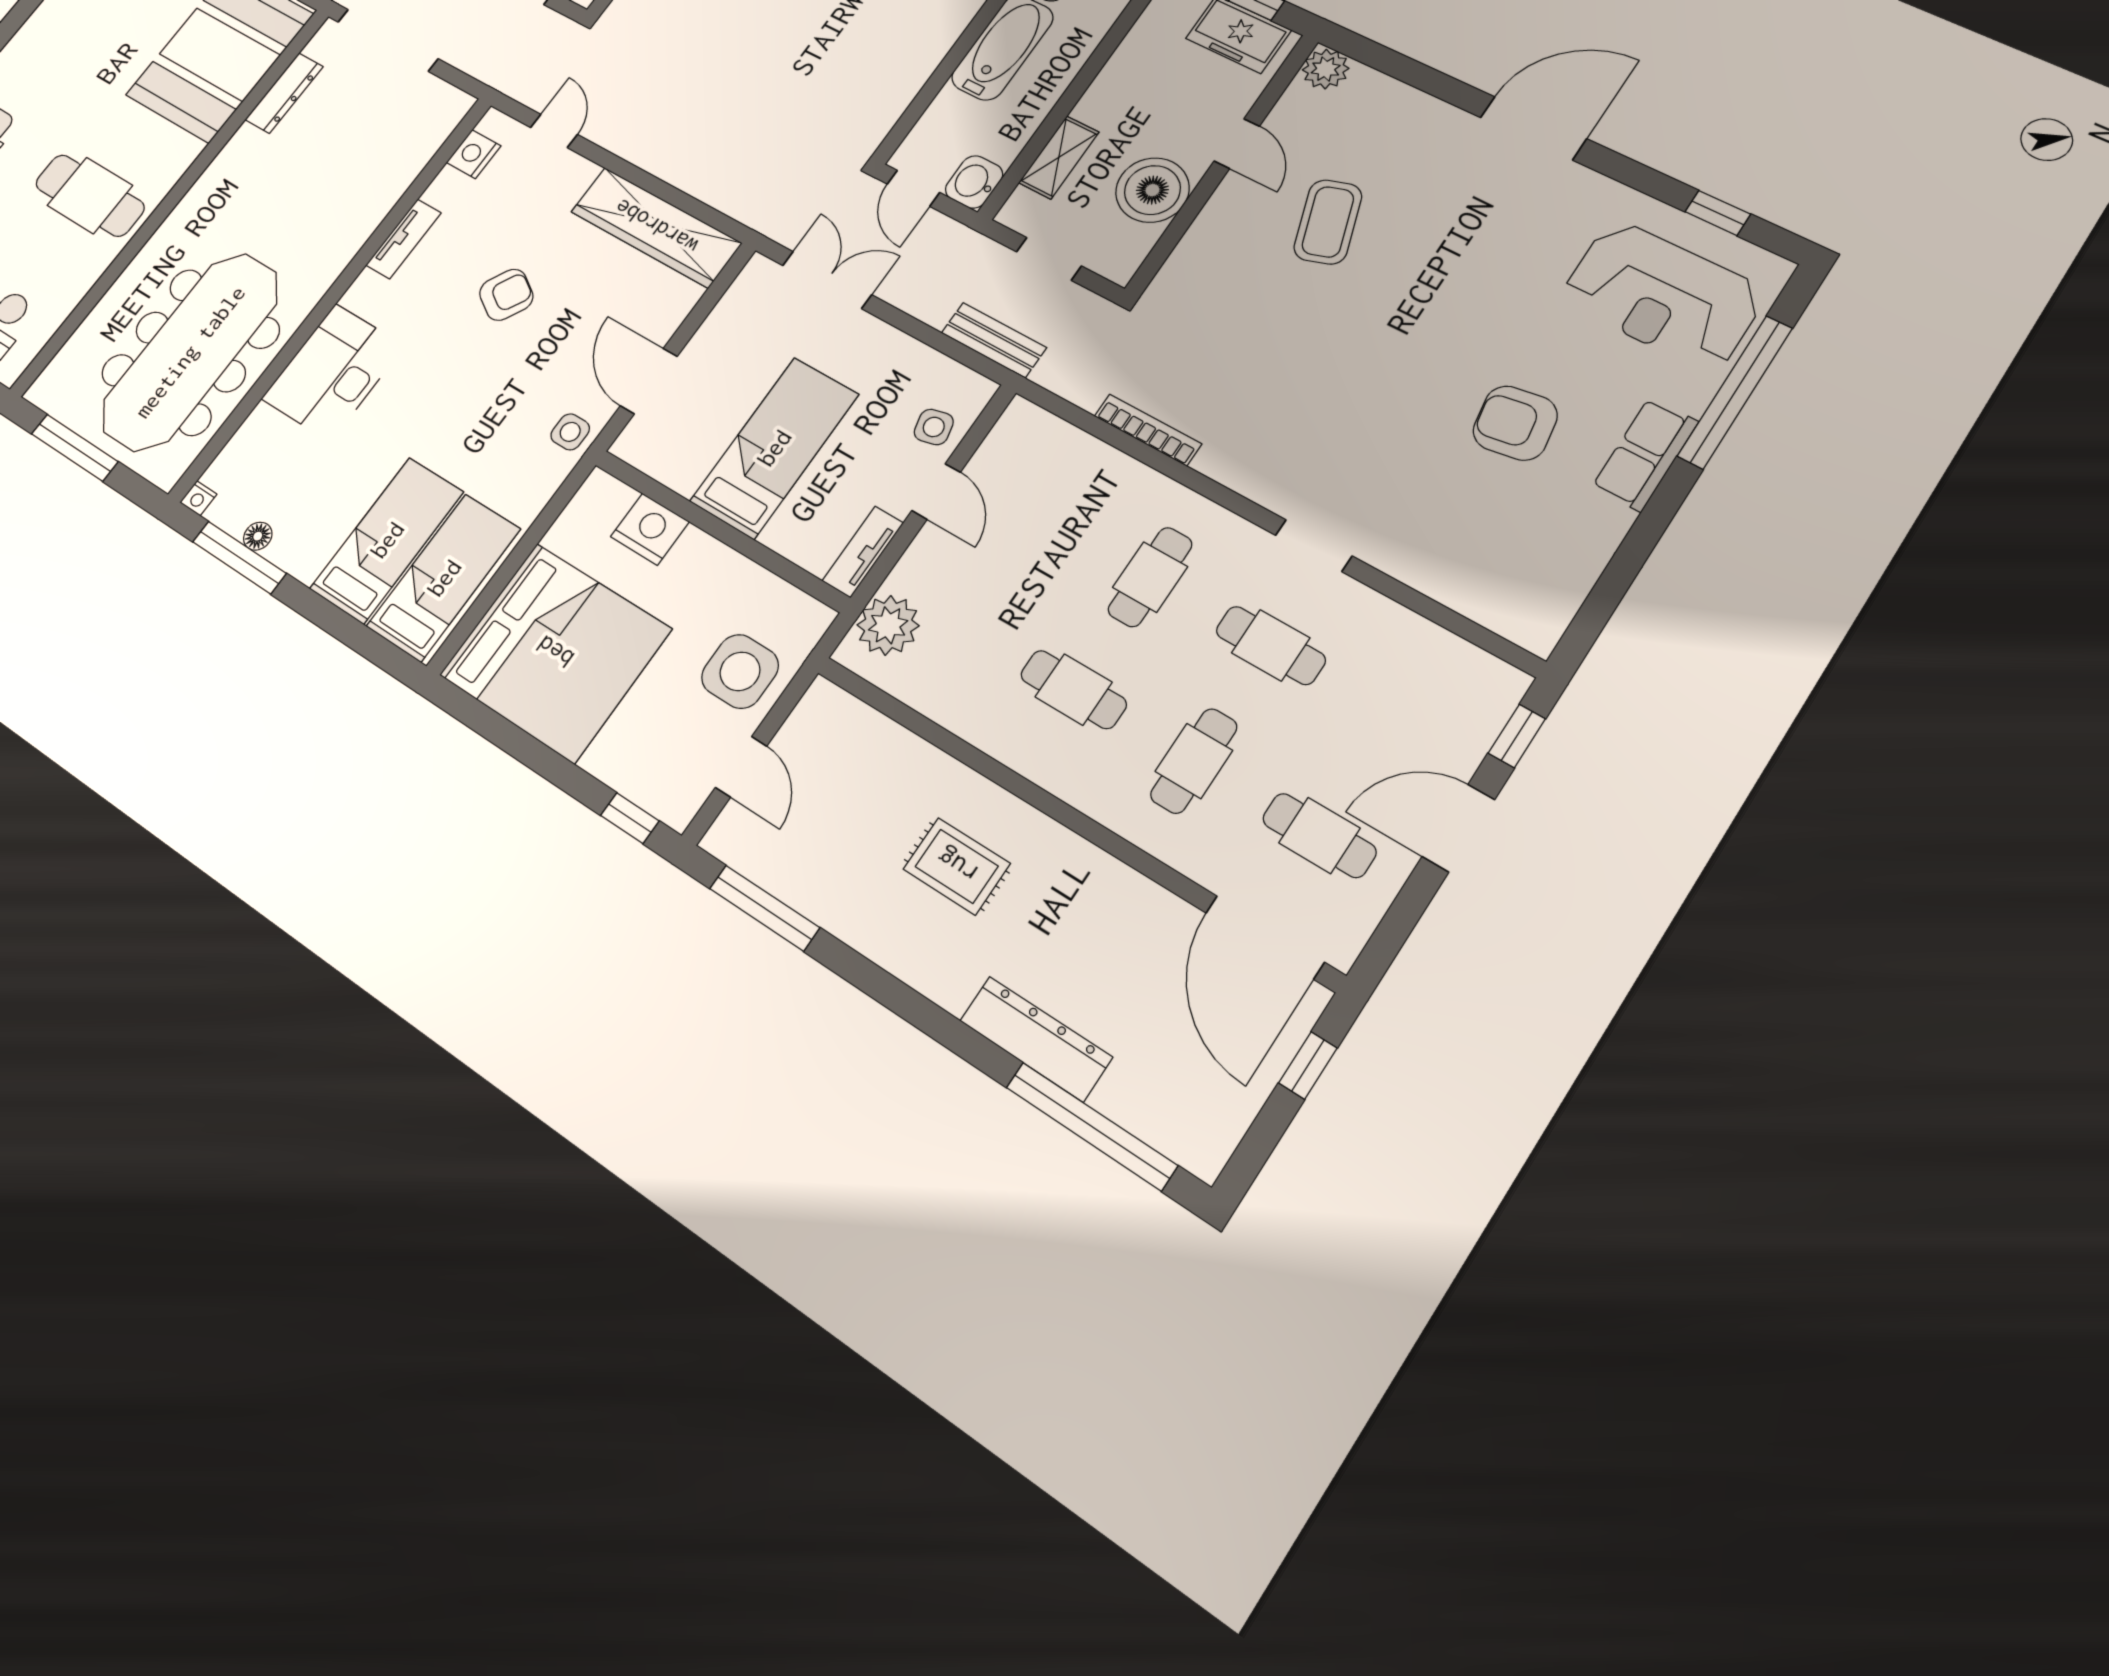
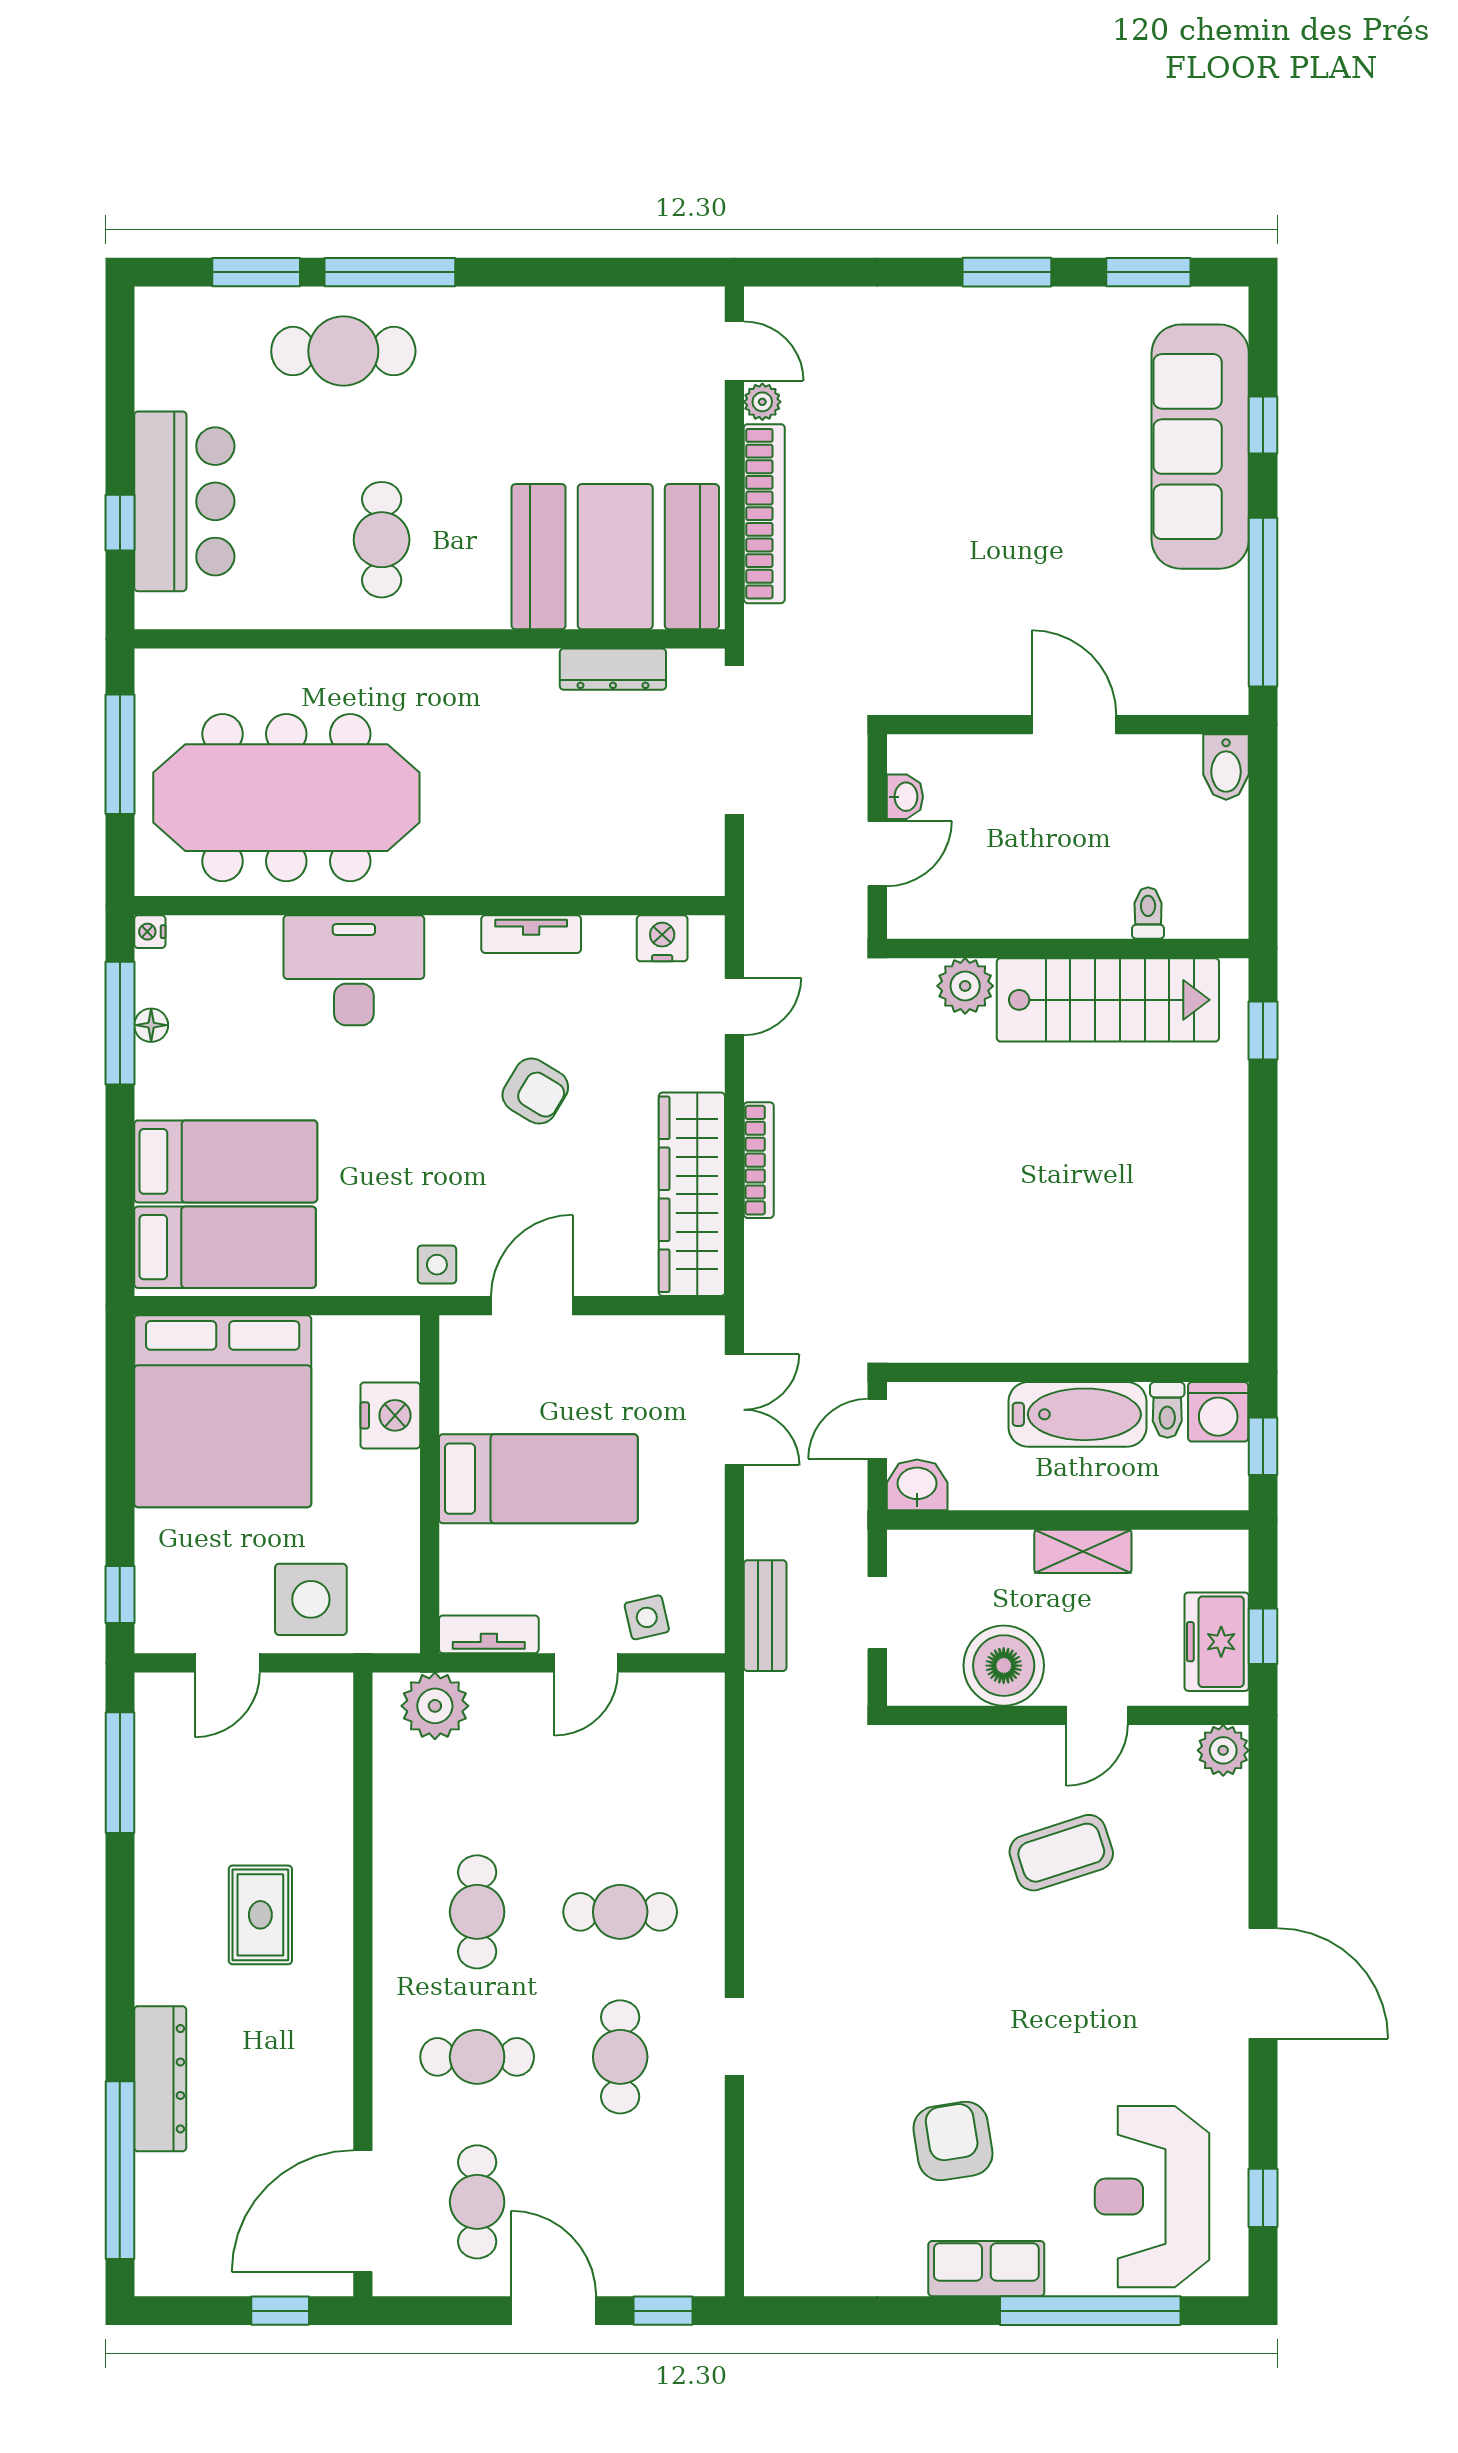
shelving: (1059, 157) -> (1083, 1551), moved
cafe table: (90, 195) -> (382, 540), width x0.73, depth x0.74
bookcase: (1148, 430) -> (759, 1160), moved

